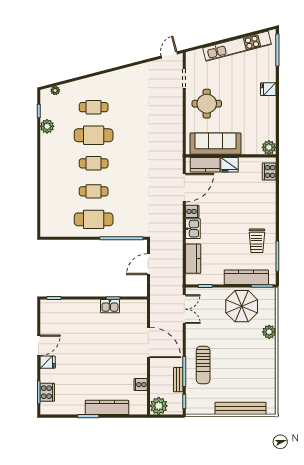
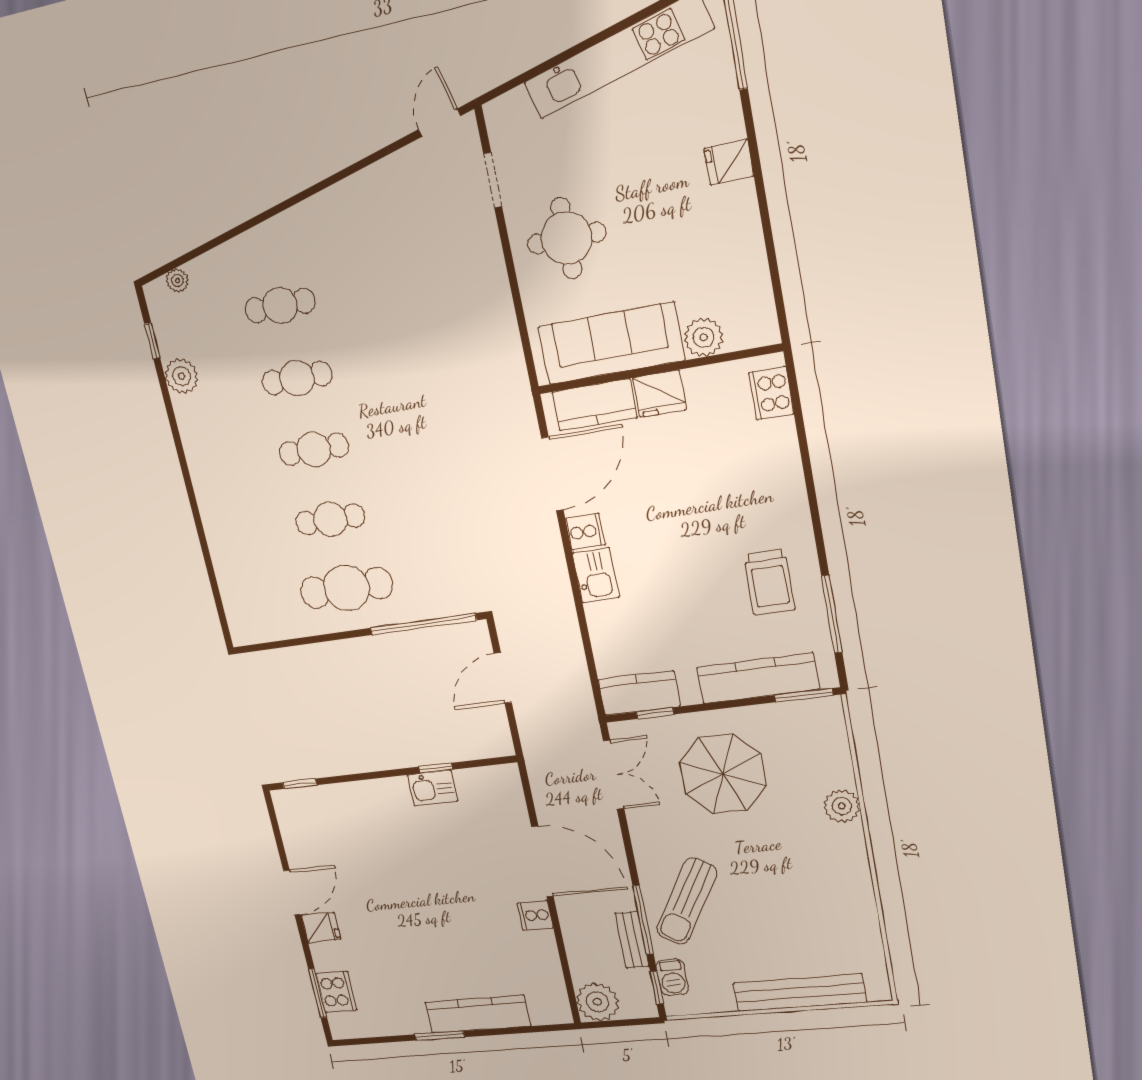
cafe table: (94, 135) -> (297, 378), width x0.73, depth x0.74
plant: (269, 147) -> (704, 337), moved
kitchen counter: (193, 259) -> (639, 693), moved, turned -90
parasol: (242, 306) -> (723, 774), moved
sun lounger: (203, 365) -> (687, 901), turned 31
cooker: (141, 385) -> (535, 915), moved
barbecue: (191, 397) -> (672, 977), added

